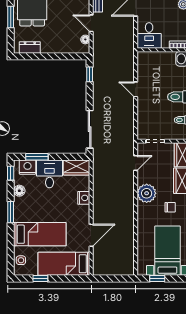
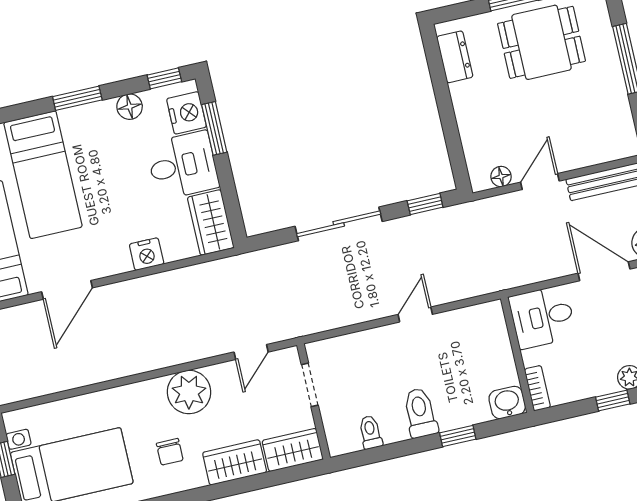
sliding door: (90, 129) -> (339, 224), moved
door: (136, 163) -> (251, 352), hinge flipped
door: (91, 235) -> (67, 290), hinge flipped

